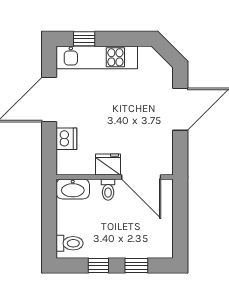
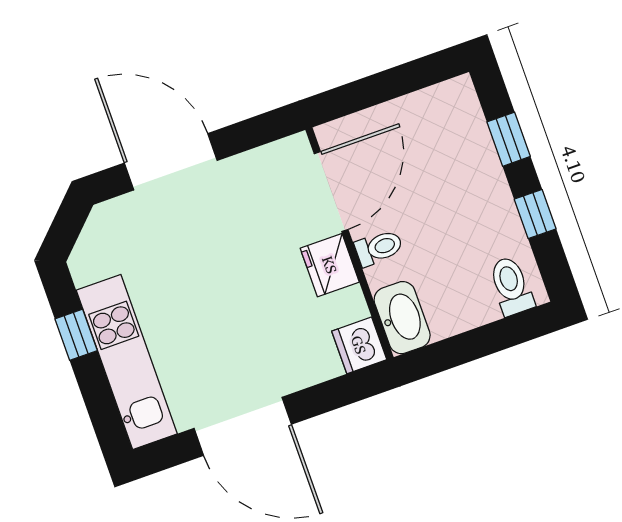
window: (84, 39) -> (76, 335), moved
dishwasher: (66, 139) -> (359, 345), moved, turned -90

